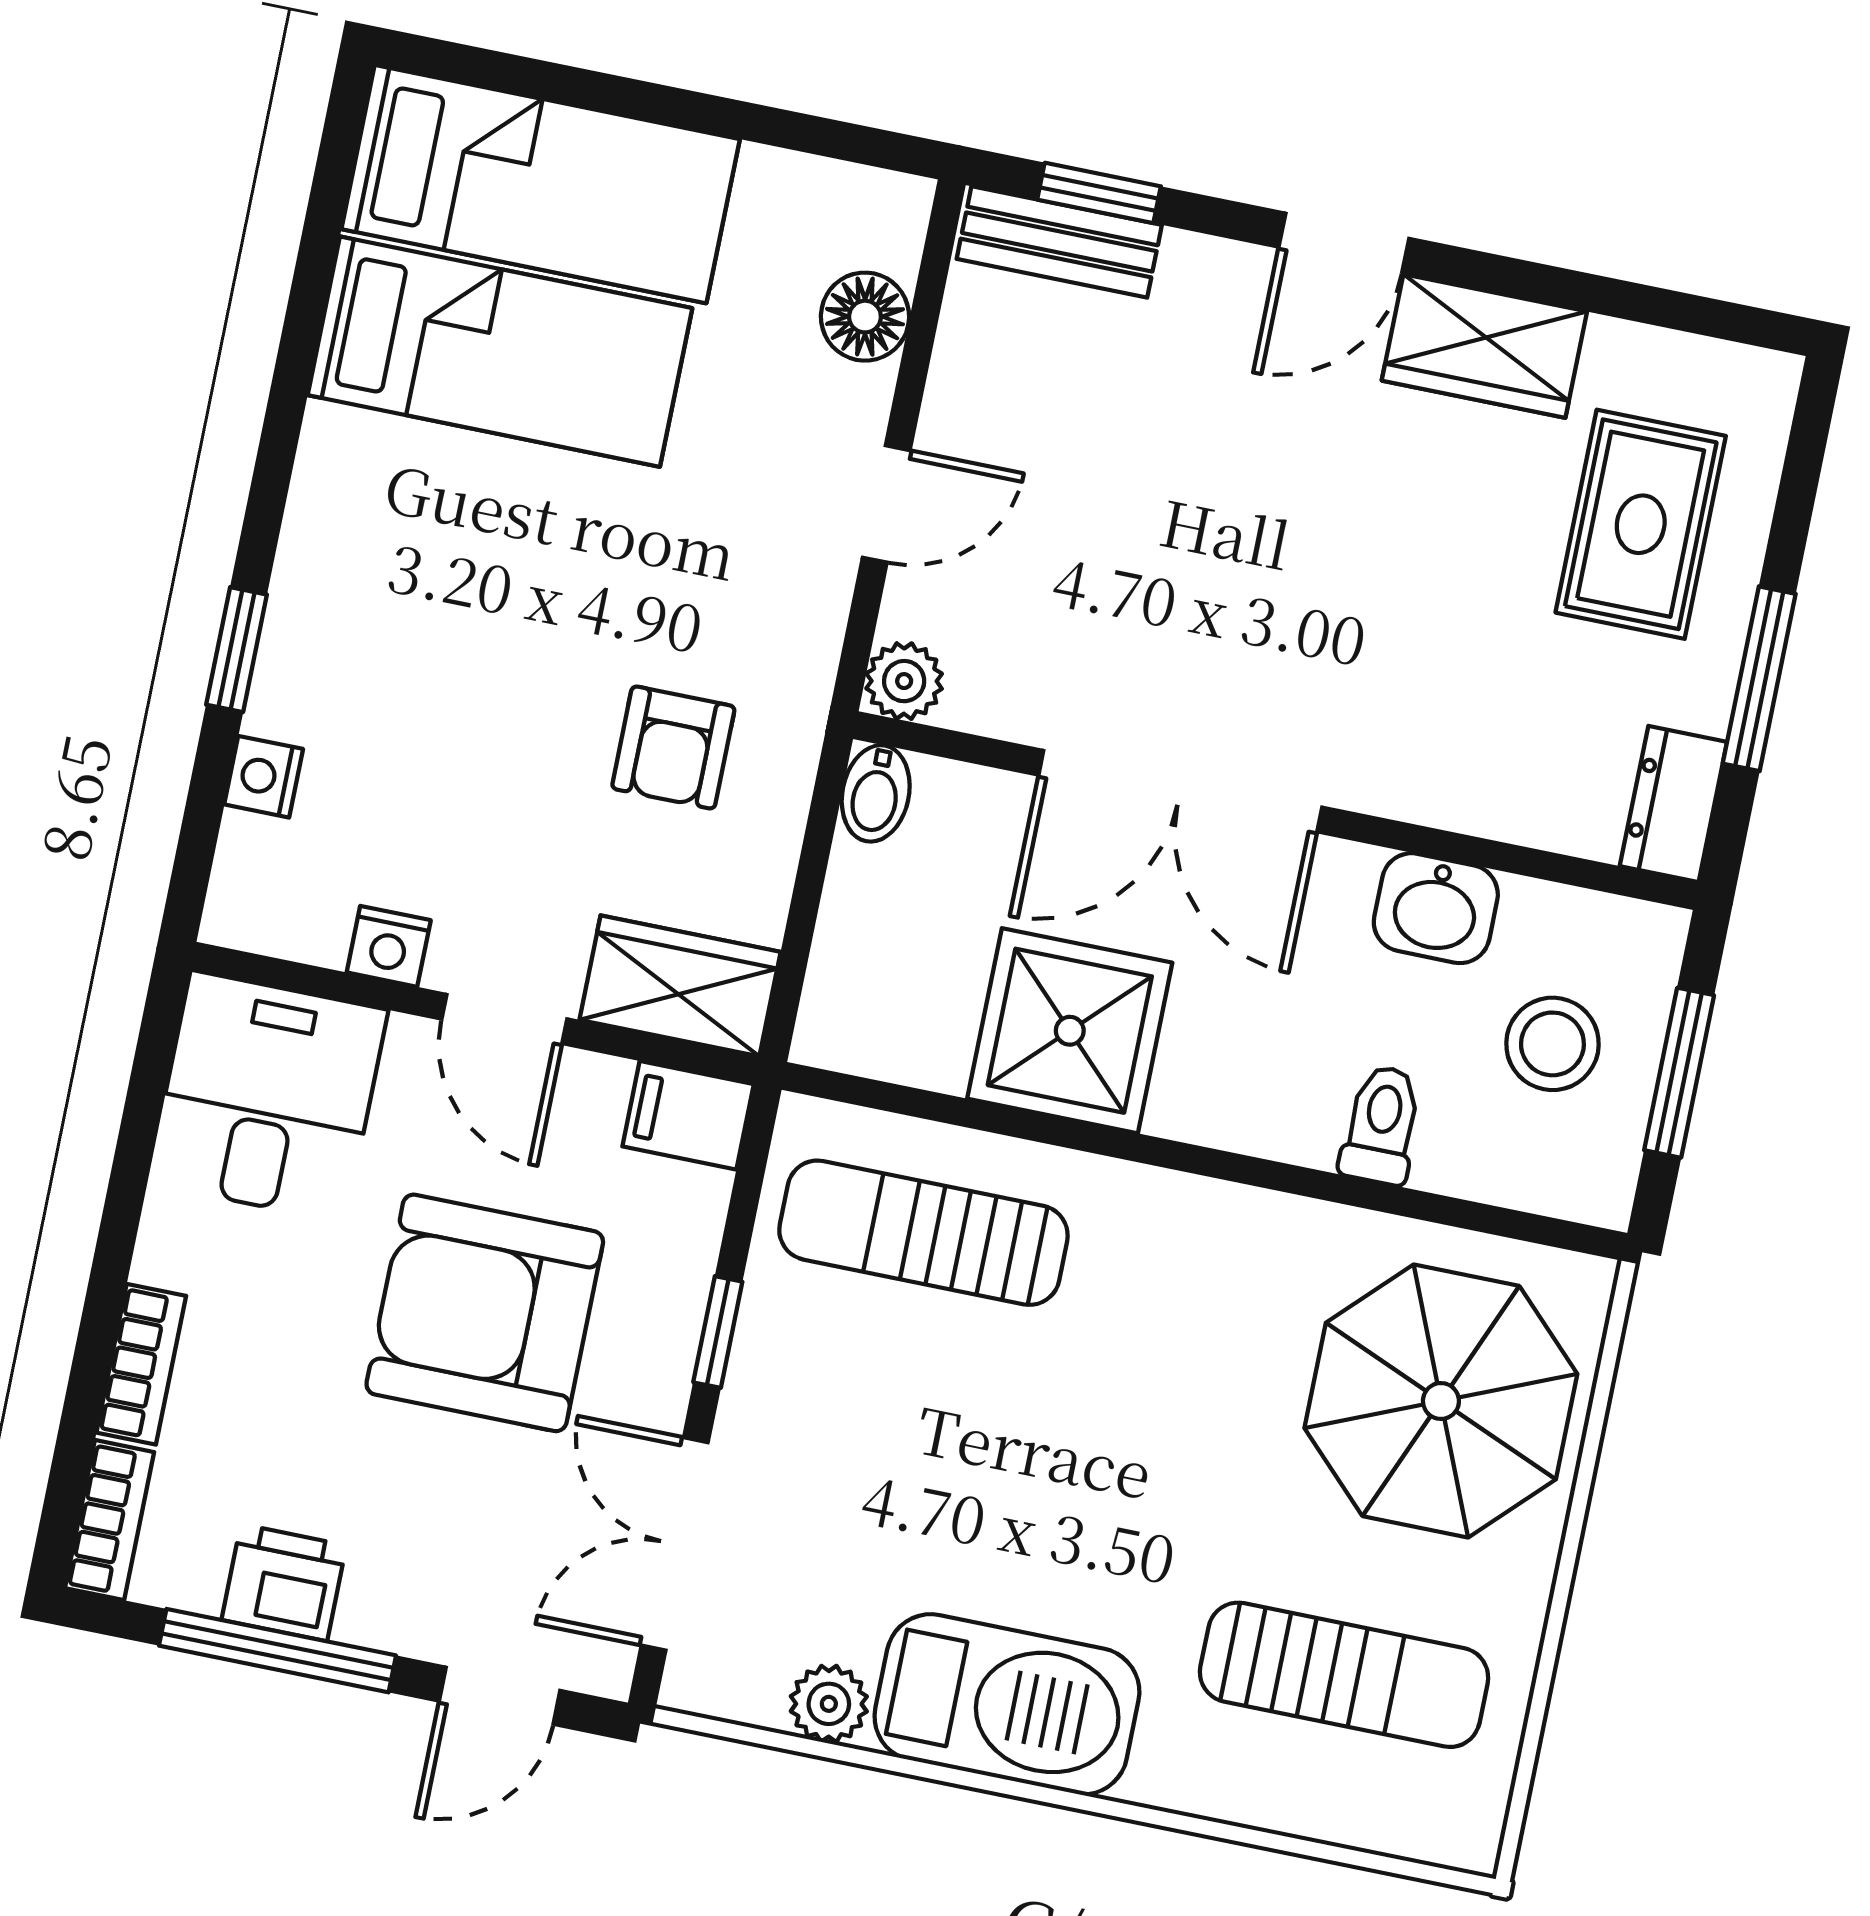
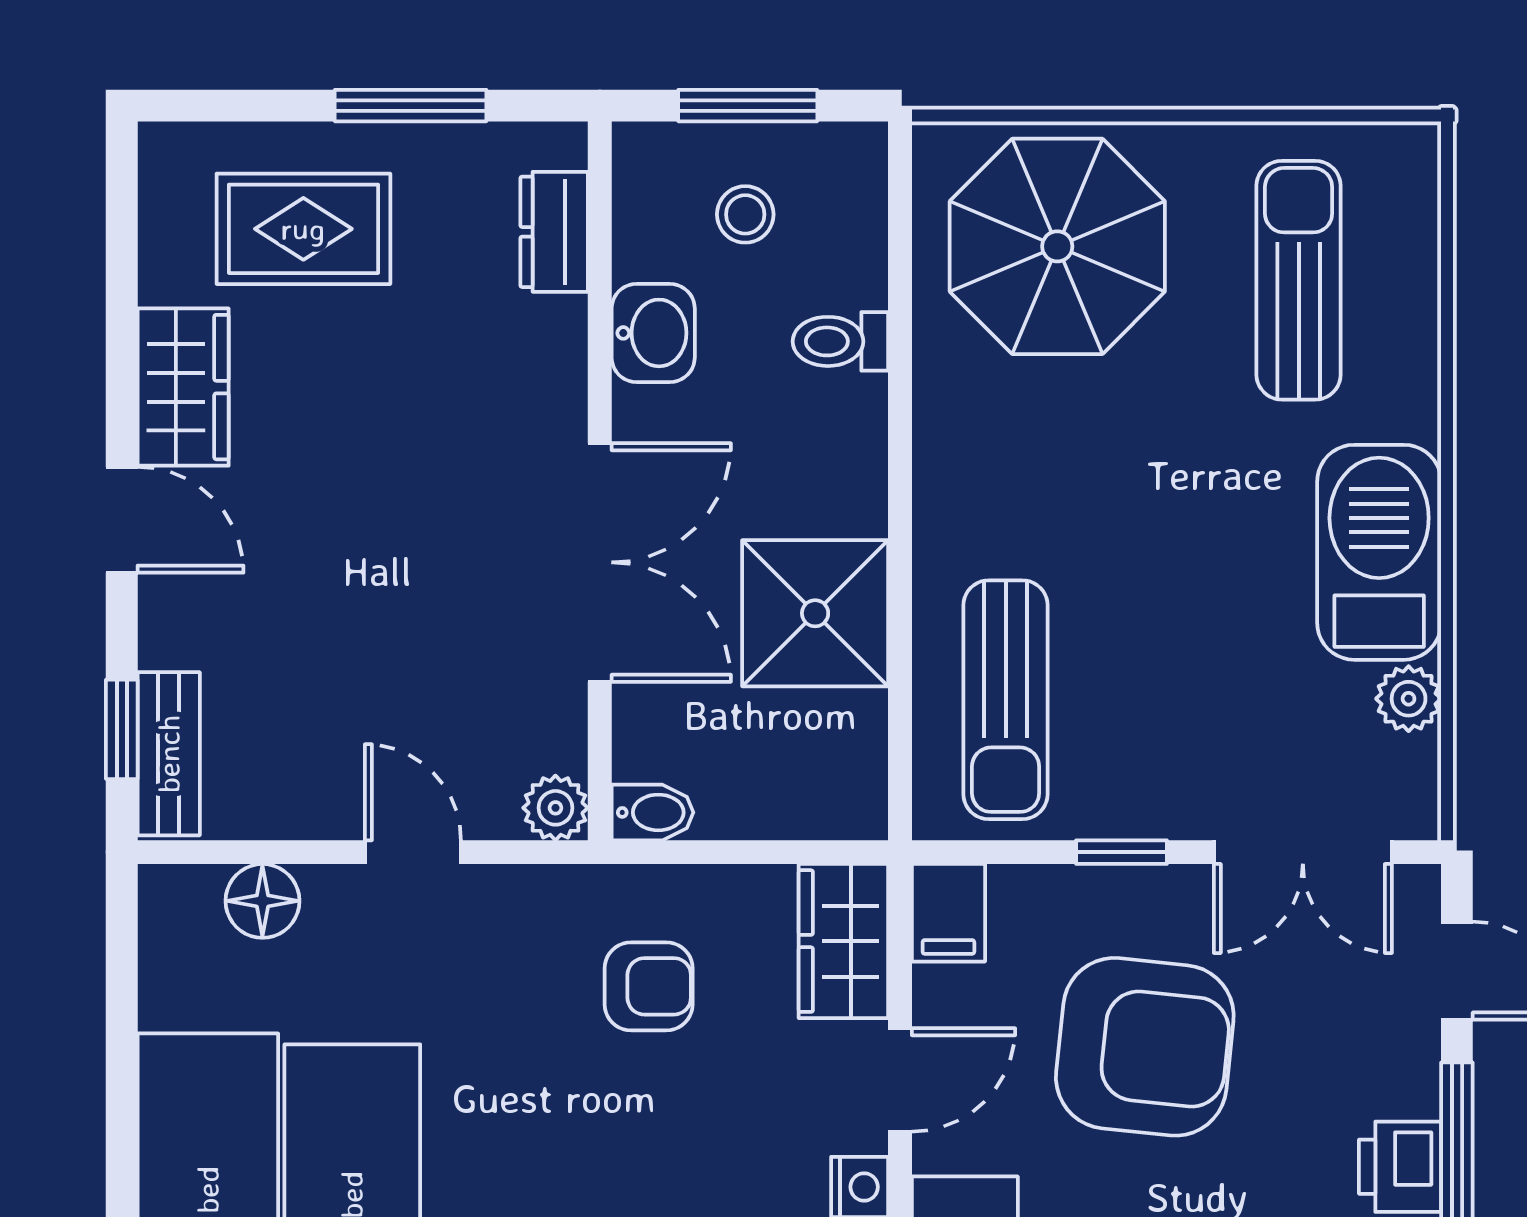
dresser: (1673, 804) -> (554, 232), moved, turned 90
stool: (1552, 1044) -> (745, 214), width x0.73, depth x0.73
armchair: (485, 1313) -> (1145, 1047), turned -84

